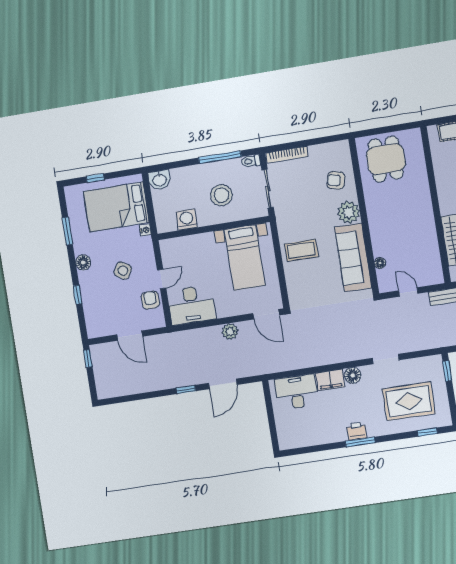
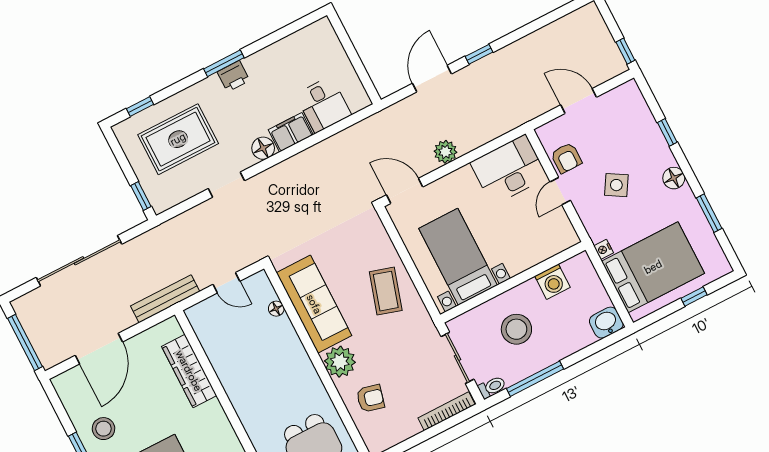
coffee table: (301, 250) -> (386, 291), turned -73
desk: (297, 392) -> (323, 105), width x0.73

